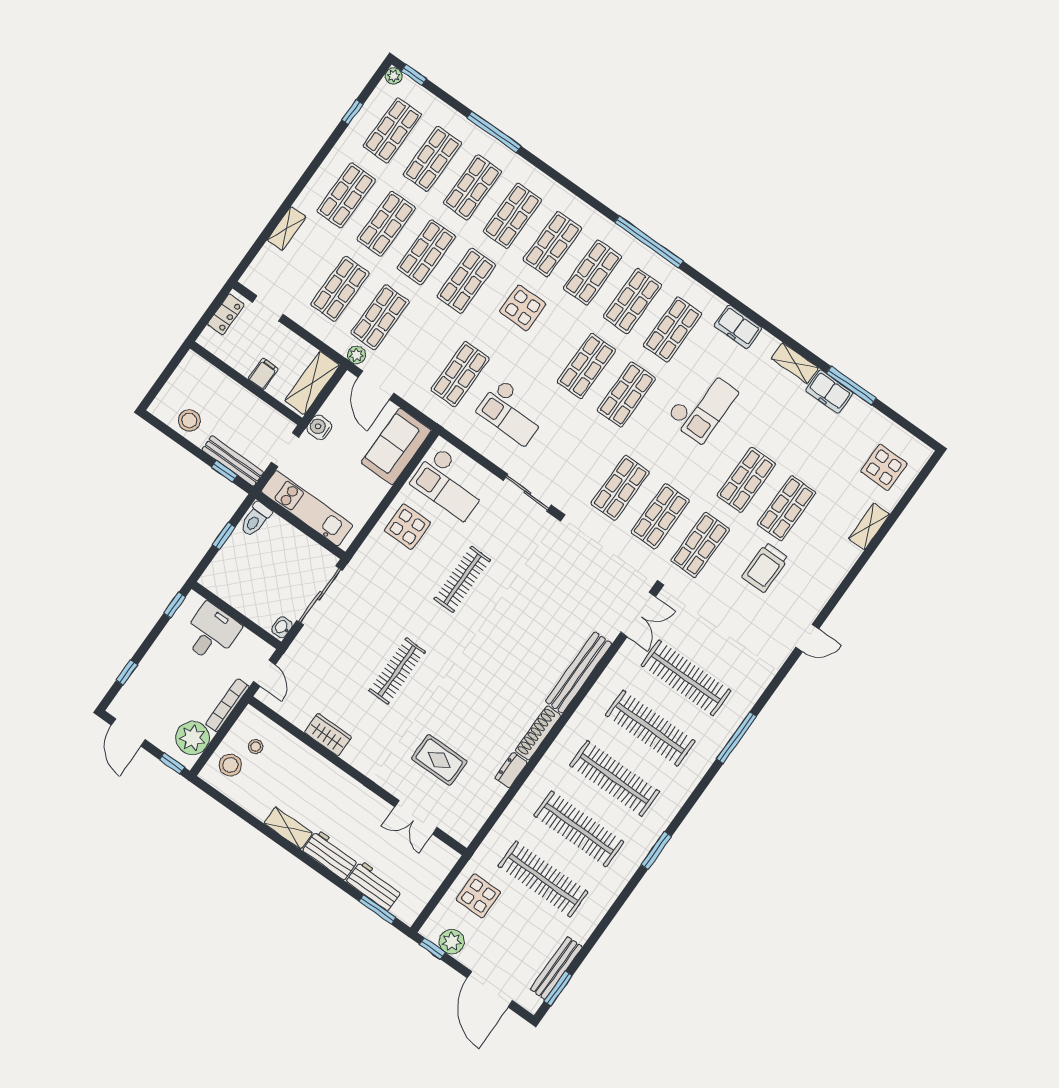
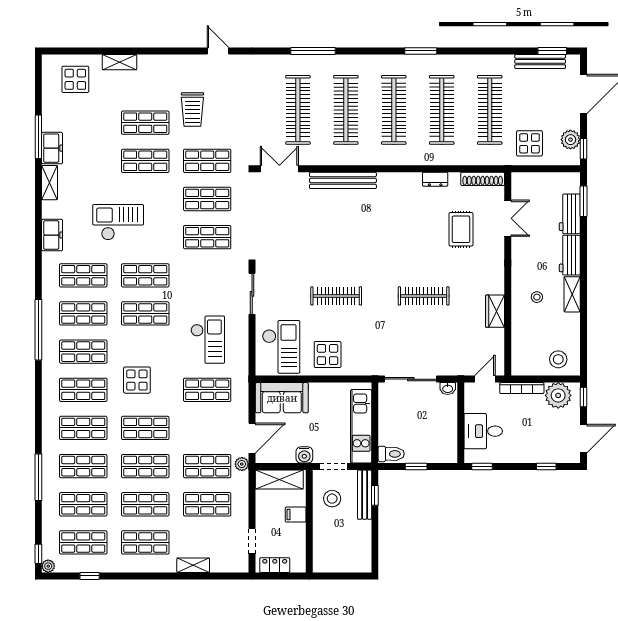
stool: (189, 420) -> (332, 499), moved
trolley: (765, 568) -> (192, 109), turned 90
shoe rack: (538, 733) -> (483, 179), moved
stool: (256, 747) -> (537, 297), moved

